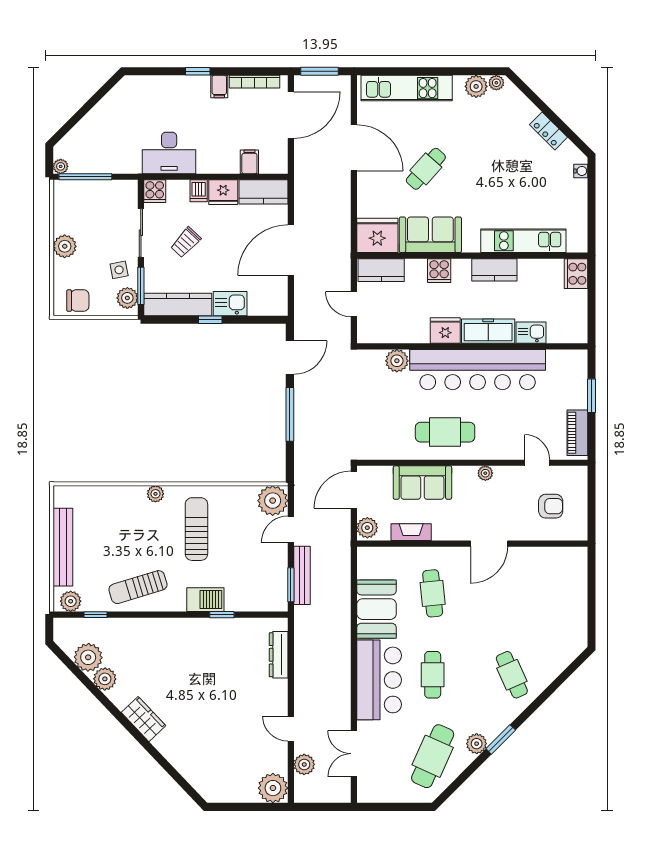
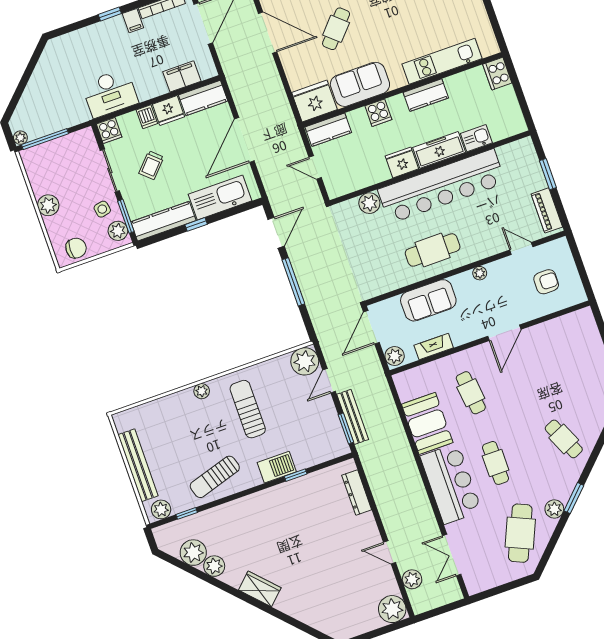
filing cabinet: (249, 162) -> (182, 76), width x2.00
kitchen sink: (230, 304) -> (220, 197), width x1.88, depth x1.24

